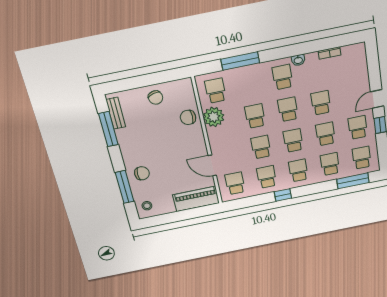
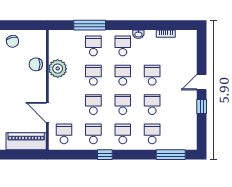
school desk: (215, 91) -> (93, 46), moved
school desk: (358, 127) -> (182, 105), removed
school desk: (362, 158) -> (182, 134), removed

